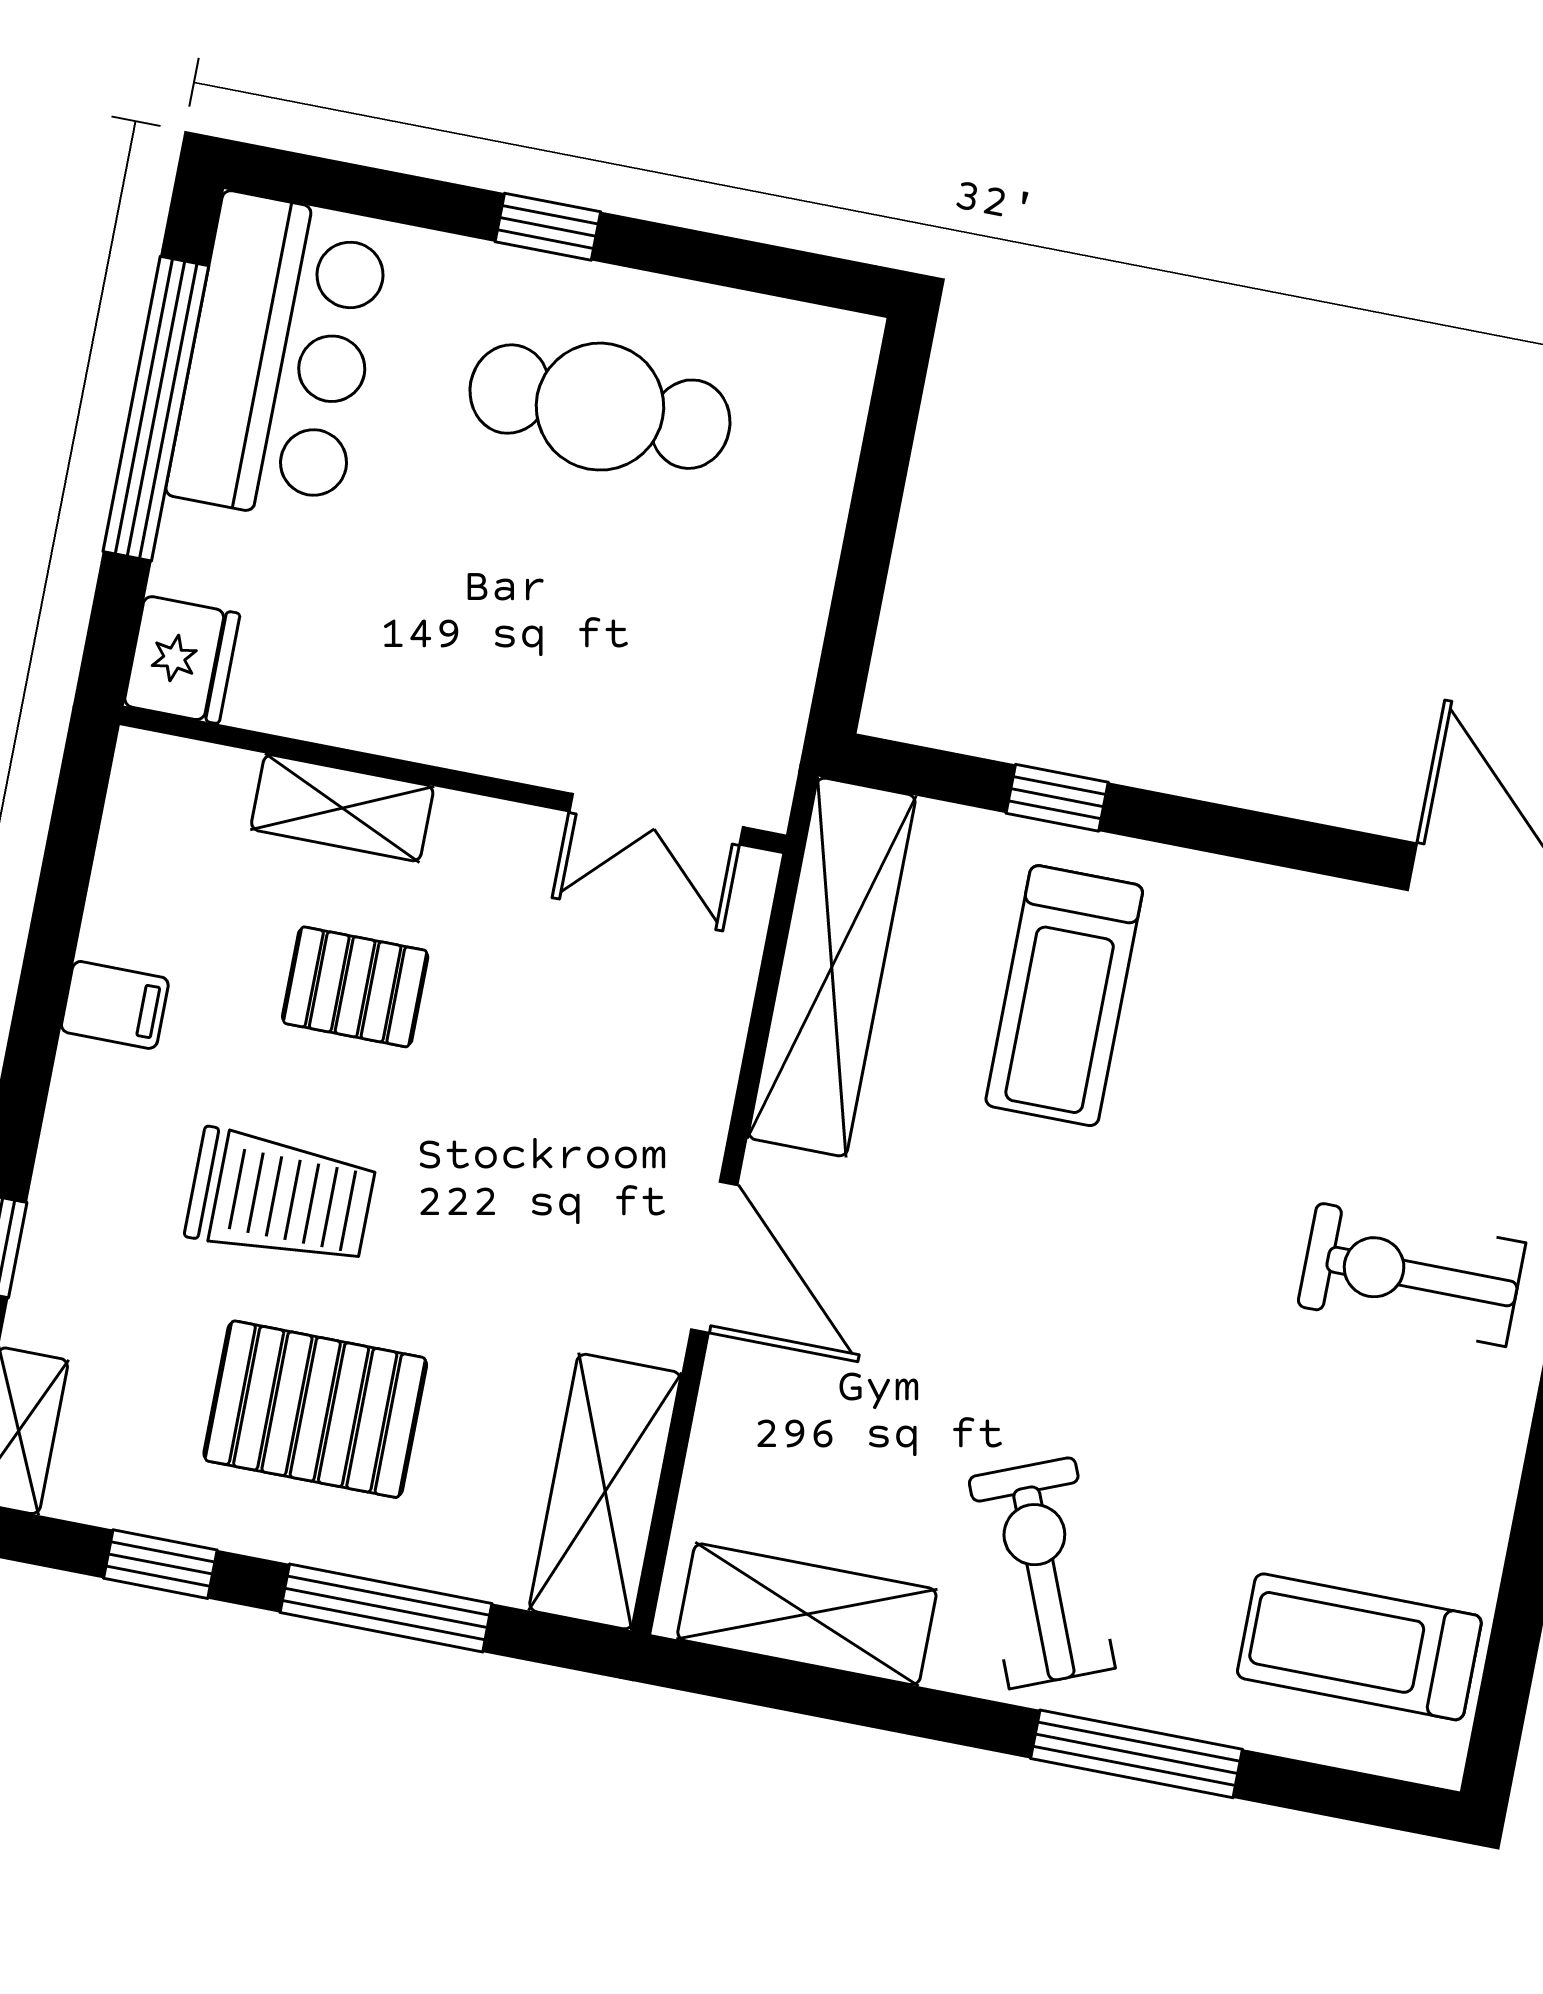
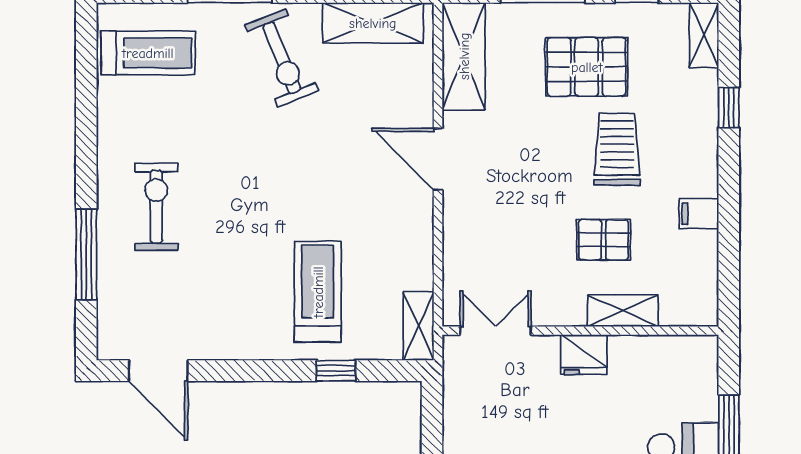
fridge: (182, 660) -> (584, 355), moved, turned -90
shelving: (832, 967) -> (419, 326), width x0.45, depth x0.75
trolley: (281, 1198) -> (617, 149), turned 90
exercise bike: (1412, 1274) -> (156, 207), turned -90

